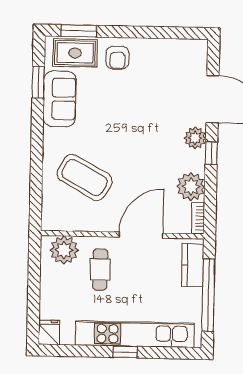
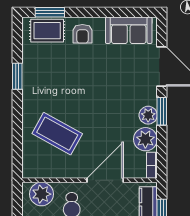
window: (38, 82) -> (17, 76), moved
sofa: (60, 99) -> (129, 30), moved, turned 90
plant: (195, 138) -> (148, 115), moved
window: (211, 153) -> (162, 111), width x1.50

